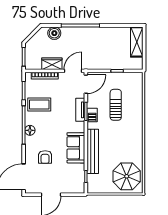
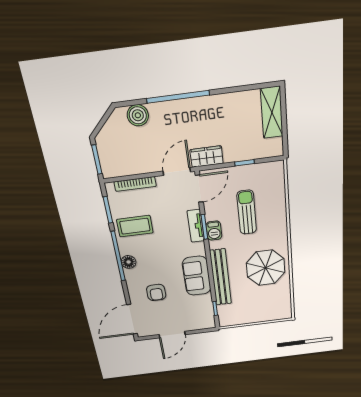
wardrobe: (52, 64) -> (207, 157), moved
parasol: (127, 176) -> (266, 268), moved

